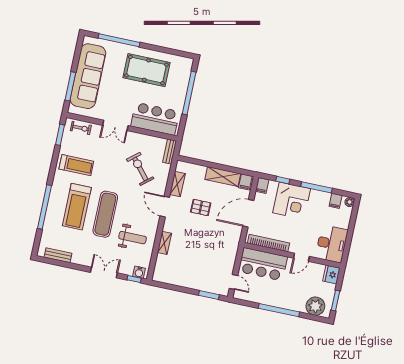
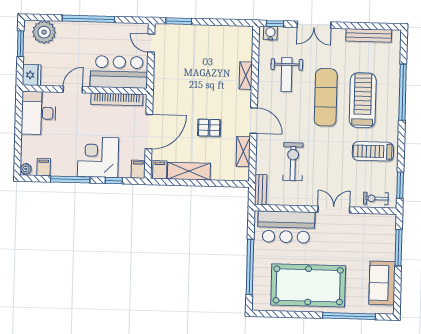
pool table: (146, 70) -> (308, 285), width x1.36, depth x1.32
sofa: (88, 76) -> (382, 283), width x0.54, depth x0.79
exercise bike: (140, 169) -> (293, 162), turned -140
weight bench: (133, 238) -> (287, 75), turned -90
bench: (58, 255) -> (369, 35), width x1.36

